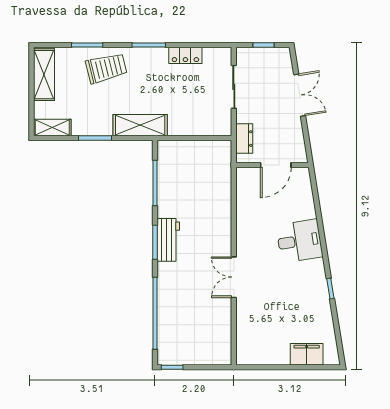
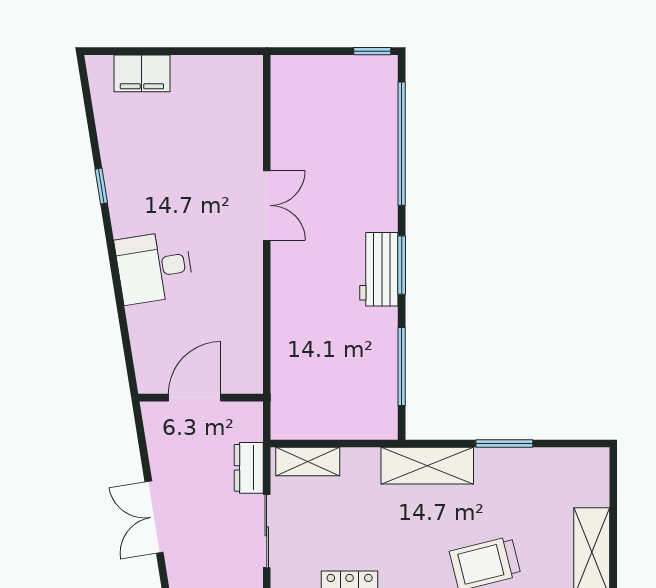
shelving: (52, 128) -> (308, 462), moved
dresser: (244, 139) -> (249, 468), moved

